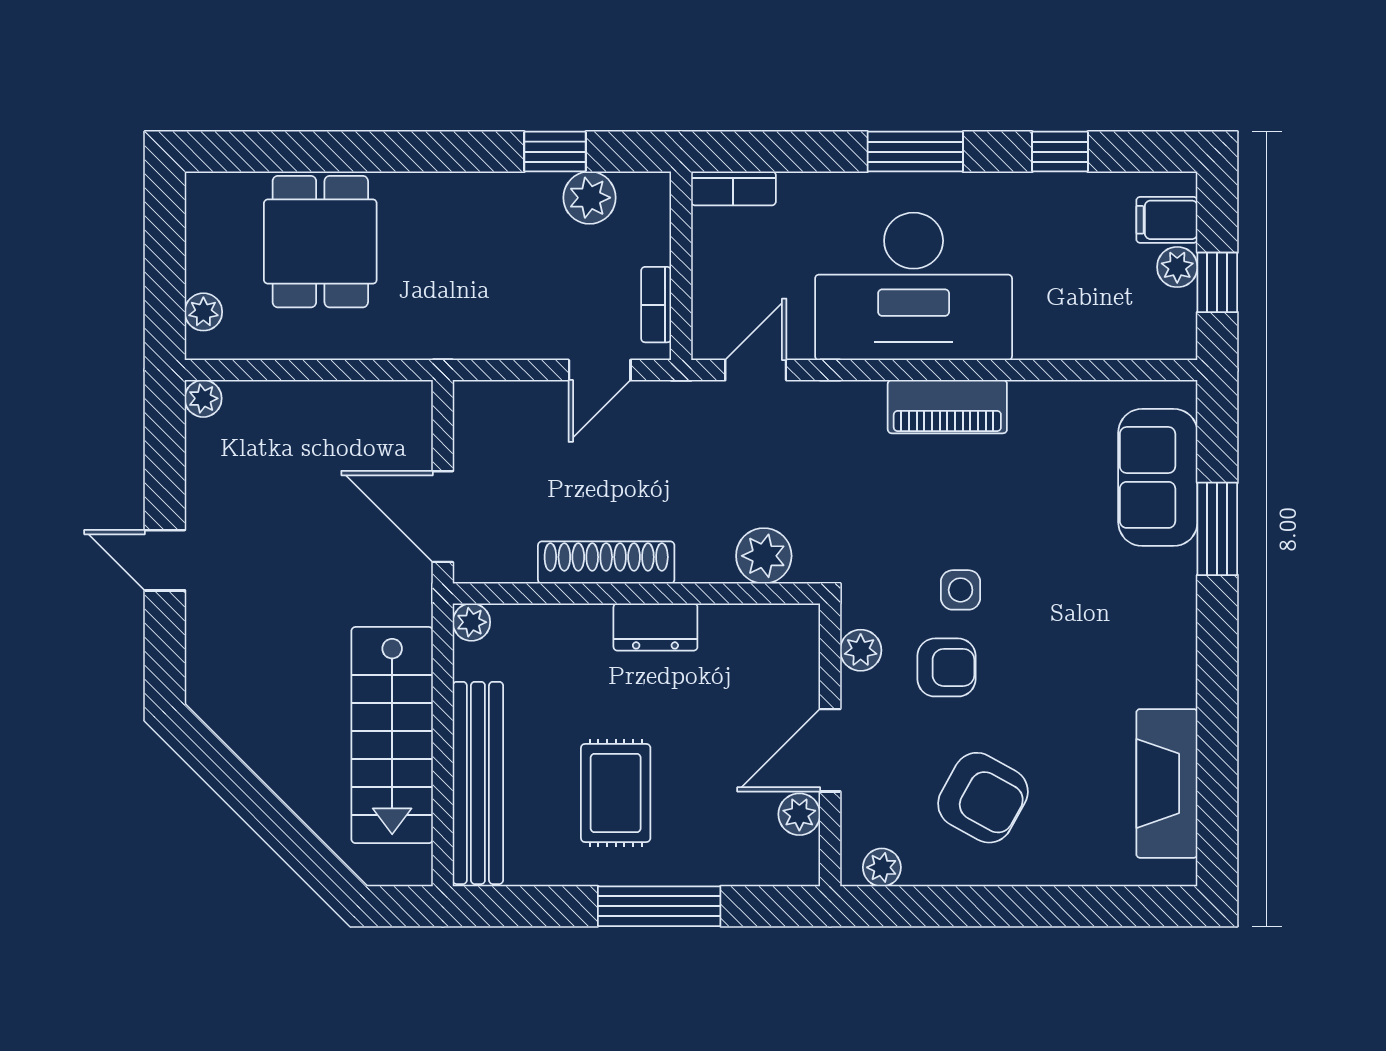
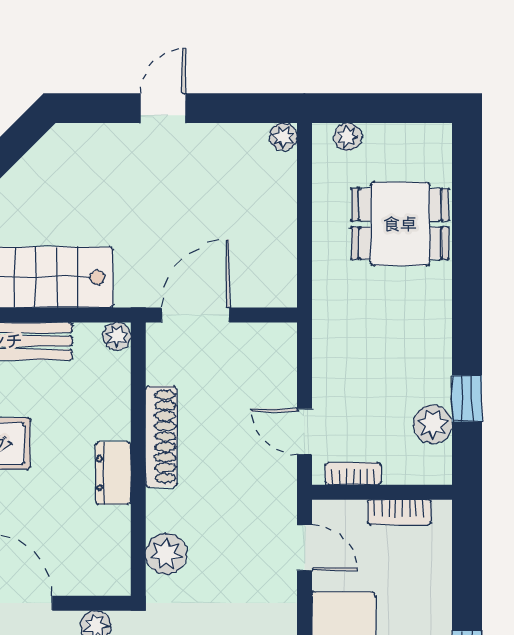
bookcase: (733, 188) -> (399, 512), moved, turned -90

